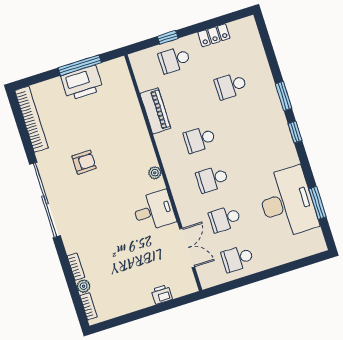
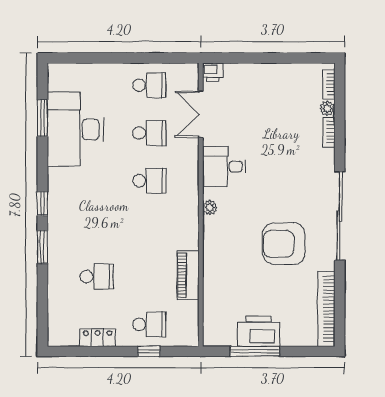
school desk: (200, 139) -> (149, 229), removed
armchair: (84, 162) -> (284, 244), width x1.88, depth x1.88
printer: (162, 294) -> (213, 72), moved

